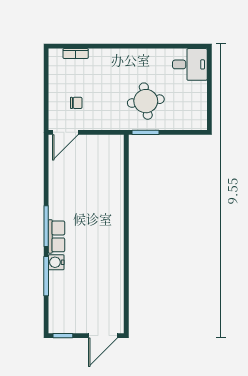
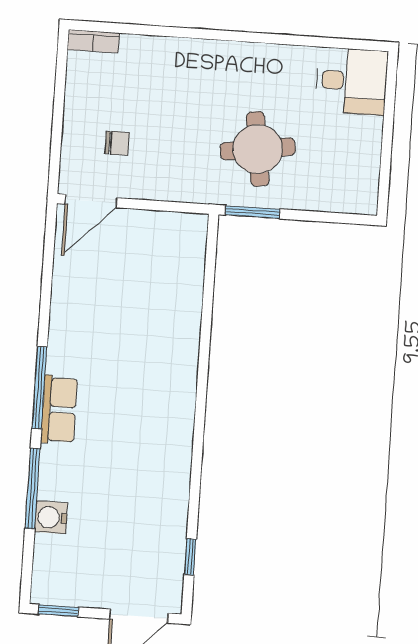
bookcase: (76, 53) -> (93, 41), moved
water cooler: (56, 262) -> (51, 517), moved
window: (126, 305) -> (190, 557), added

